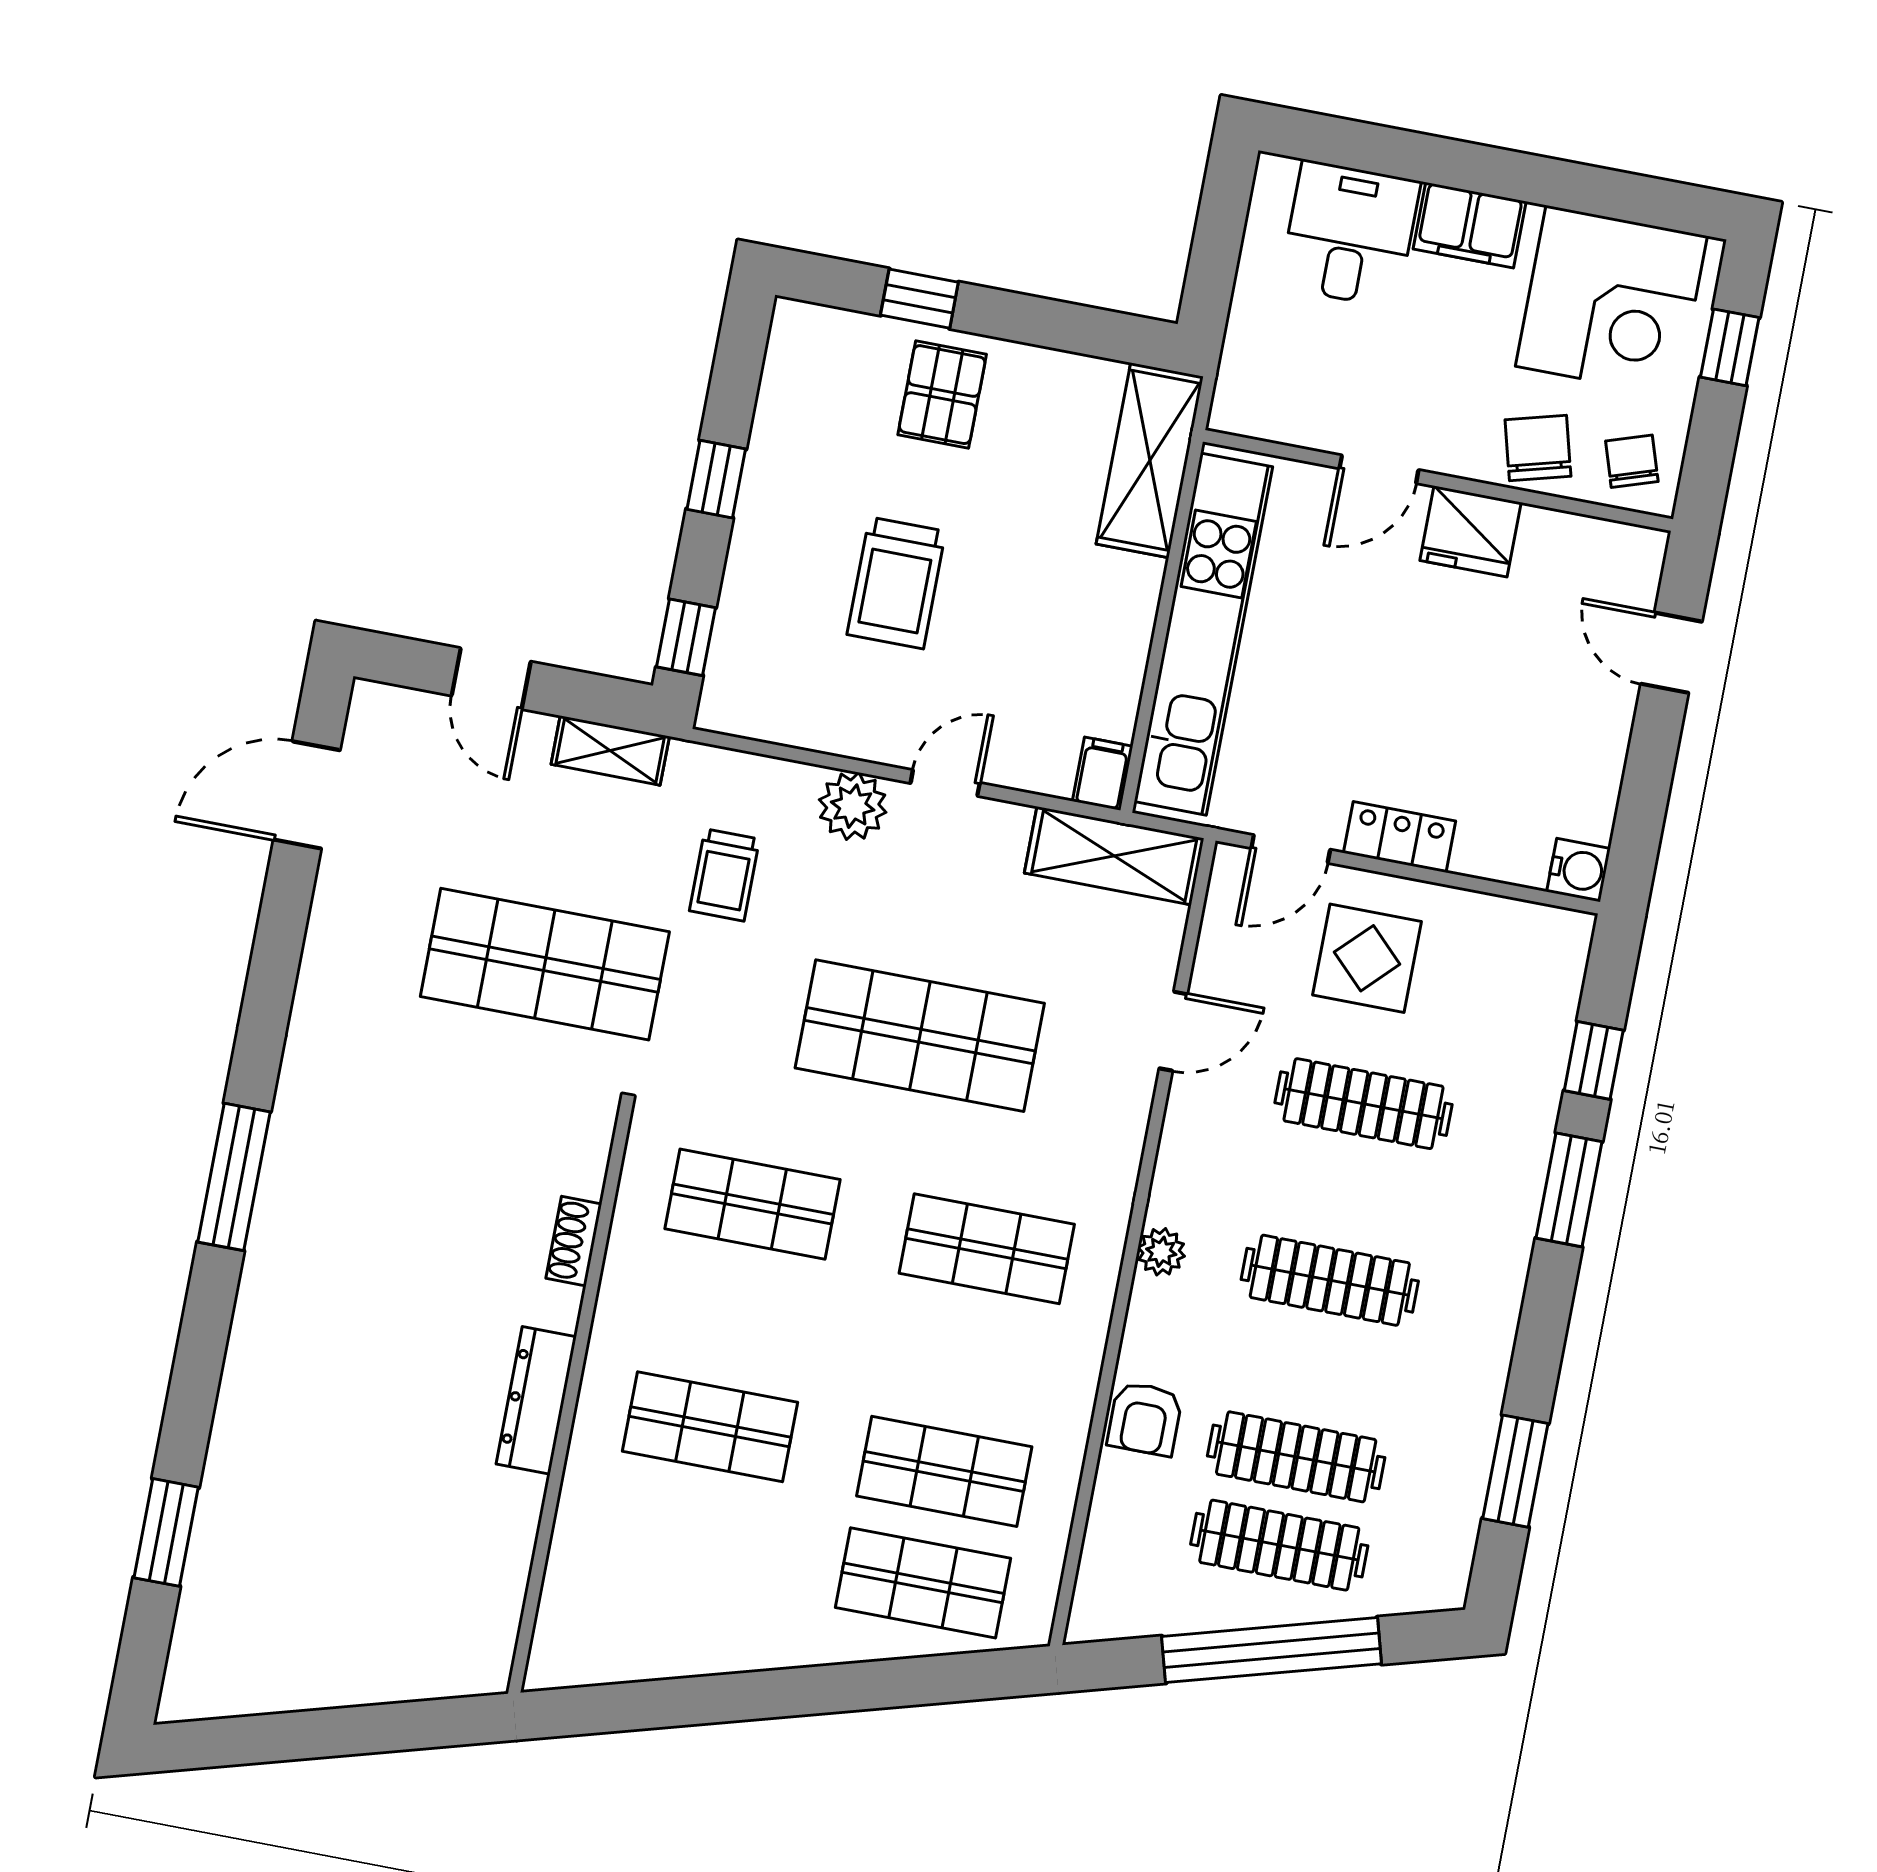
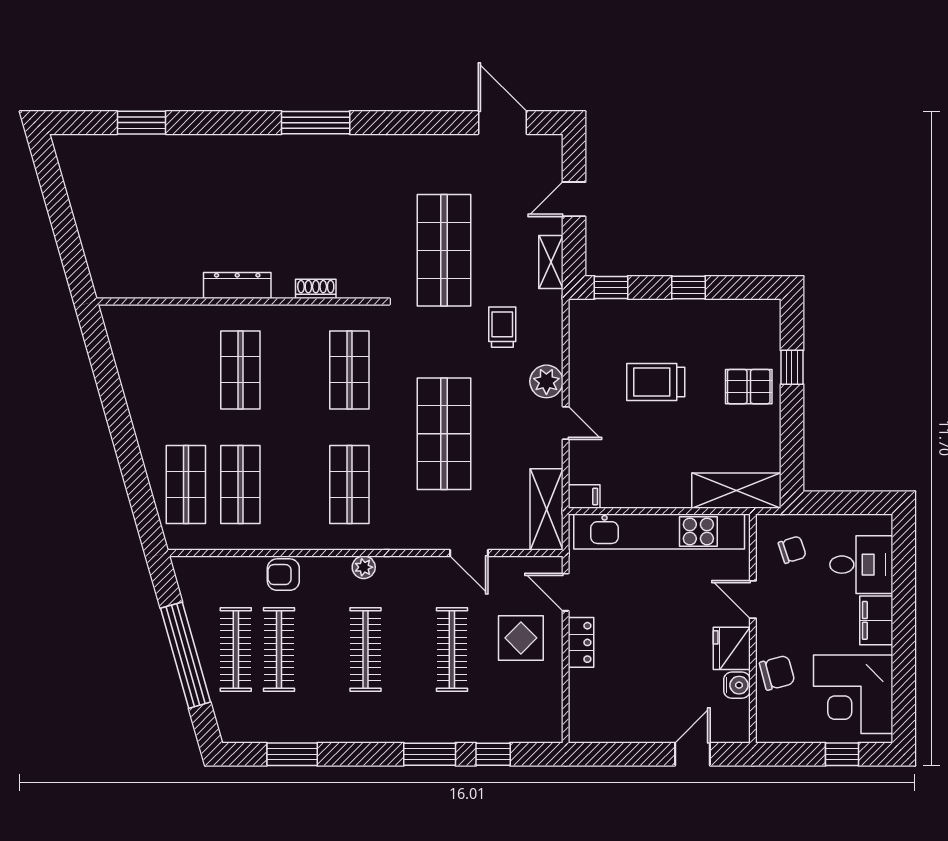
chair: (1632, 461) -> (792, 550), moved
water cooler: (1579, 870) -> (737, 685), moved, turned -90
trolley: (725, 875) -> (502, 327), turned 90

